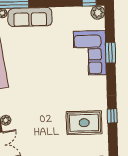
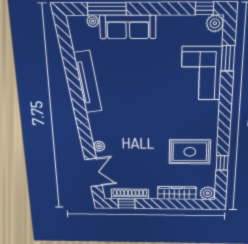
window: (110, 53) -> (228, 58), moved
window: (112, 116) -> (222, 163), moved

